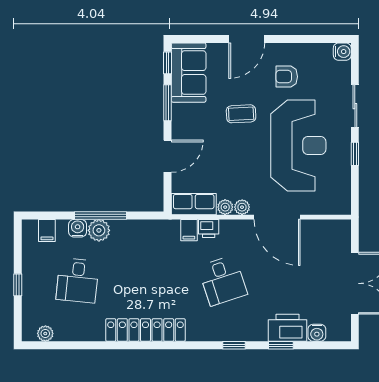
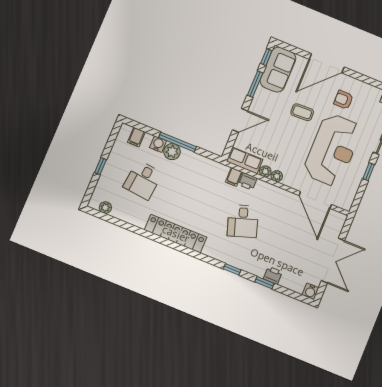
door: (247, 39) -> (327, 63), width x1.36
door: (277, 217) -> (315, 200), moved
printer: (287, 328) -> (273, 275), width x0.53, depth x0.68
water cooler: (317, 333) -> (310, 291), moved

